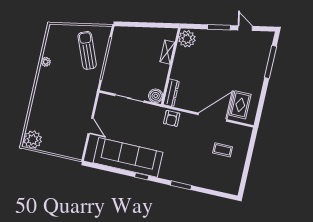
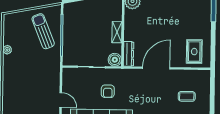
shelving: (167, 52) -> (117, 32), moved
door: (212, 117) -> (156, 68), moved
armchair: (172, 118) -> (108, 91), moved

